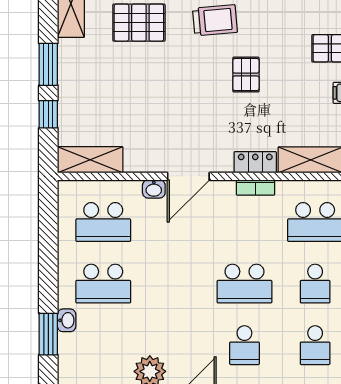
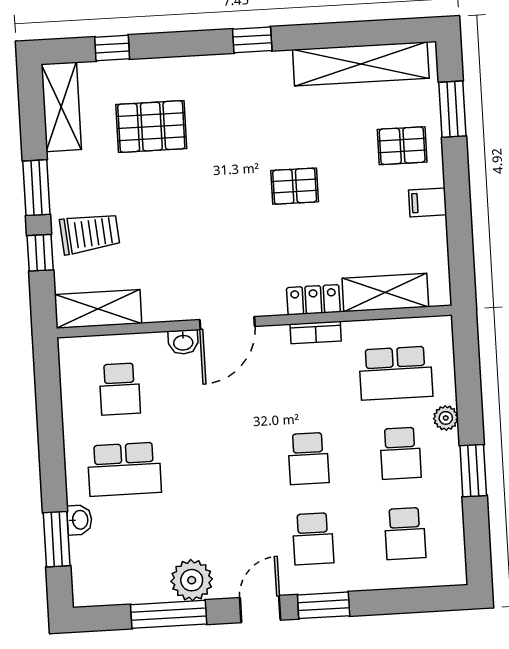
trolley: (215, 20) -> (90, 233), moved
pallet: (246, 75) -> (295, 186), turned 90
school desk: (103, 222) -> (120, 389), width x0.54
school desk: (244, 284) -> (308, 459), width x0.54

